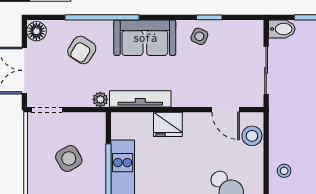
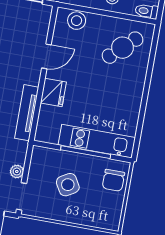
plant: (100, 99) -> (17, 171), moved
door: (226, 110) -> (46, 56), moved

